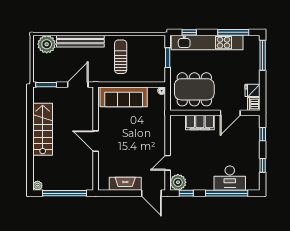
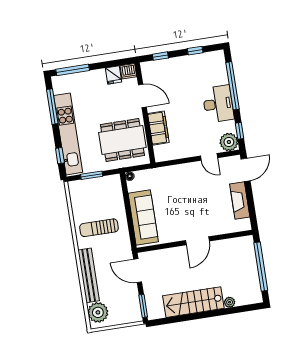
dining table: (194, 89) -> (122, 140), turned 90
desk: (230, 178) -> (218, 104), moved
plant: (38, 186) -> (230, 302), moved

